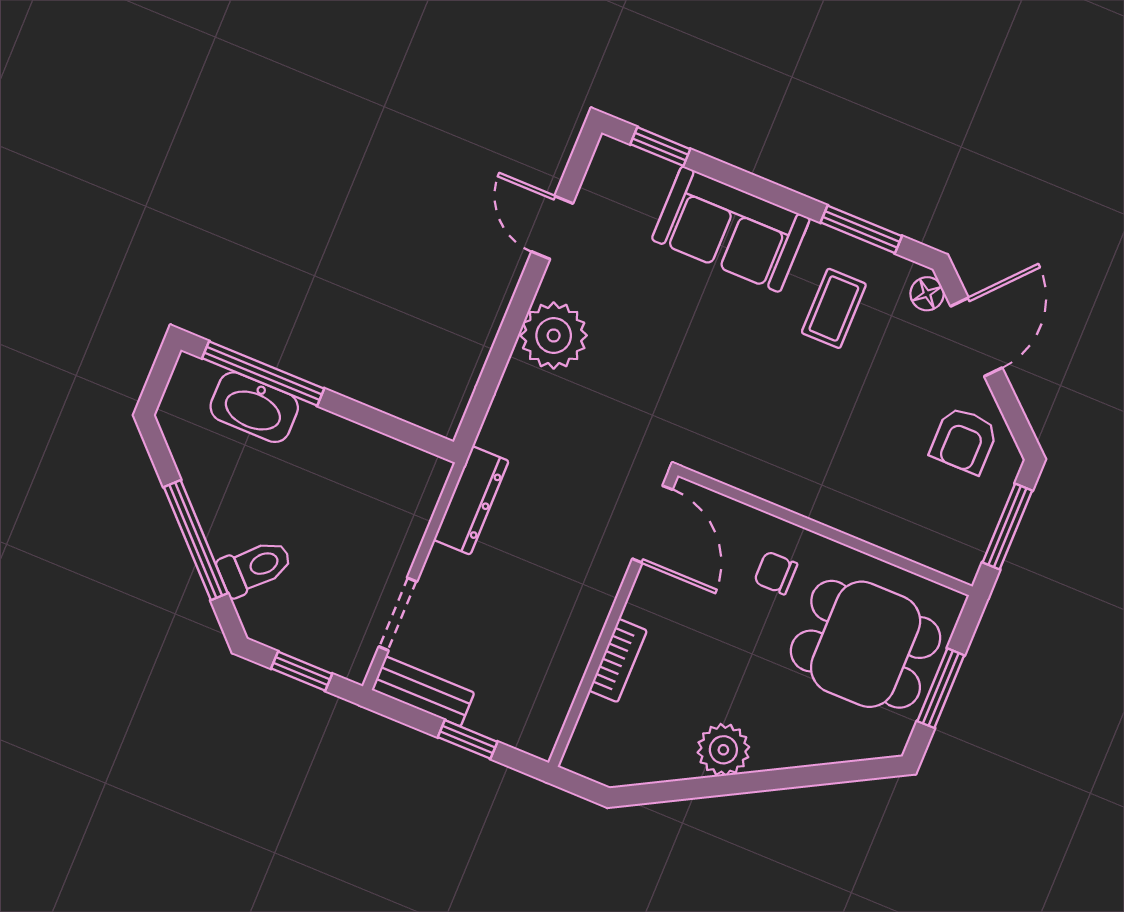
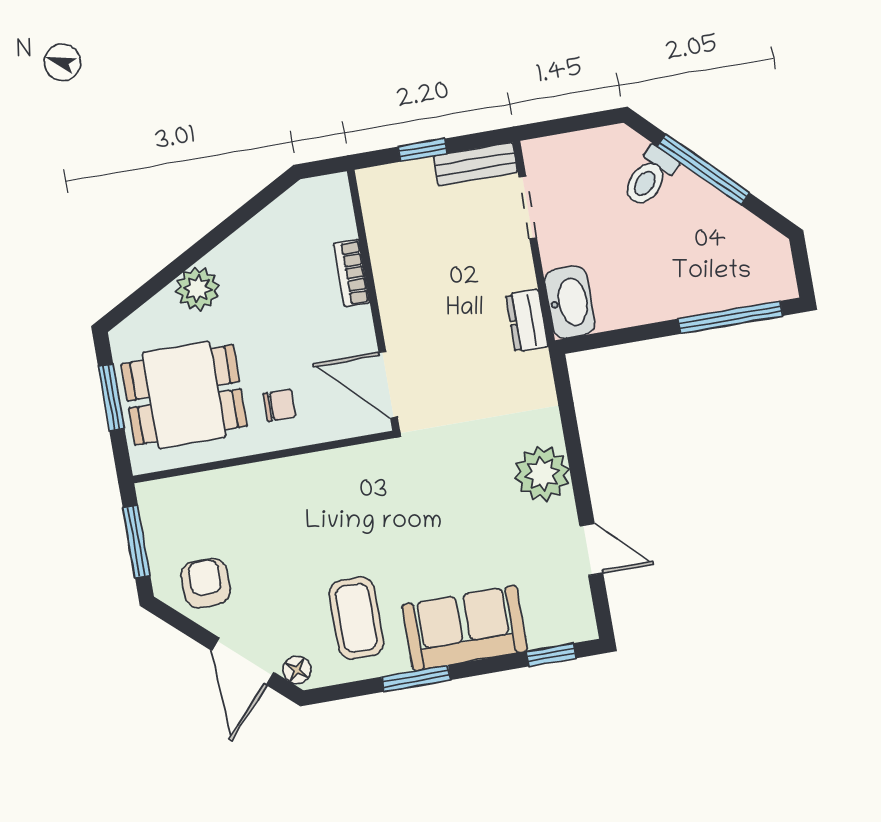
window: (861, 229) -> (416, 678), moved
coffee table: (834, 308) -> (356, 618), width x1.36, depth x1.30
washbasin: (254, 407) -> (570, 302), moved, turned 90
dresser: (471, 500) -> (527, 321), width x0.70
window: (302, 671) -> (570, 124), removed
plant: (723, 750) -> (198, 289), moved

